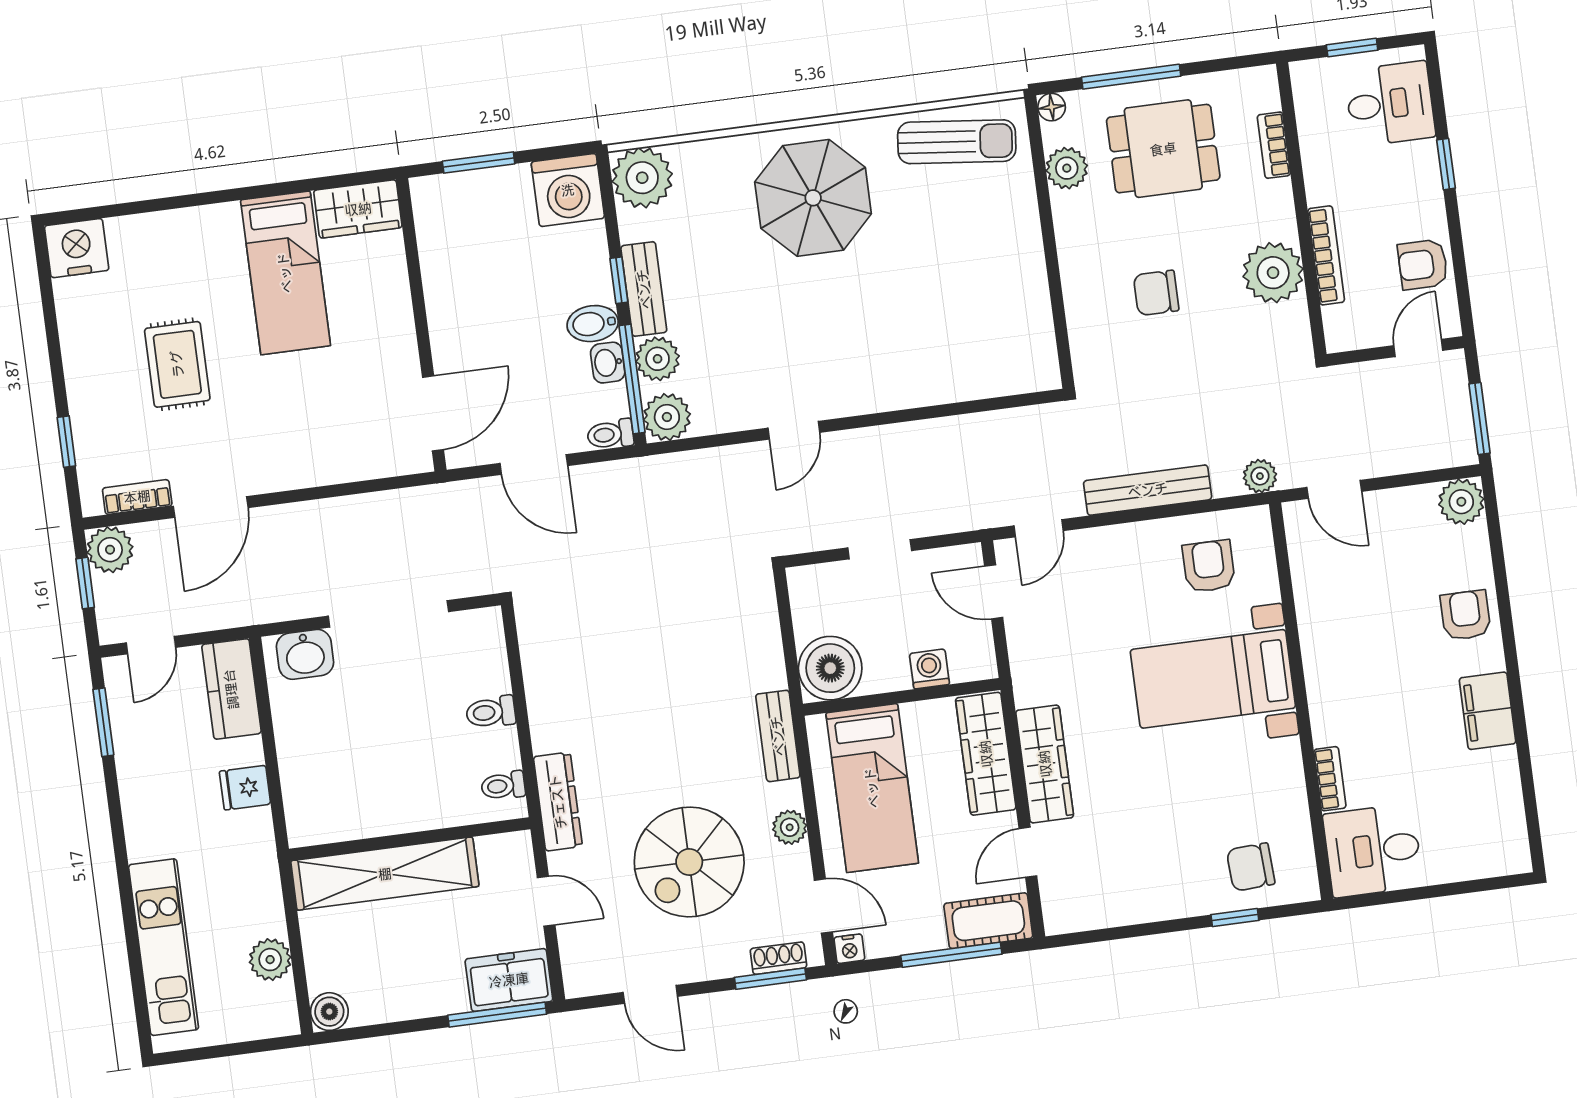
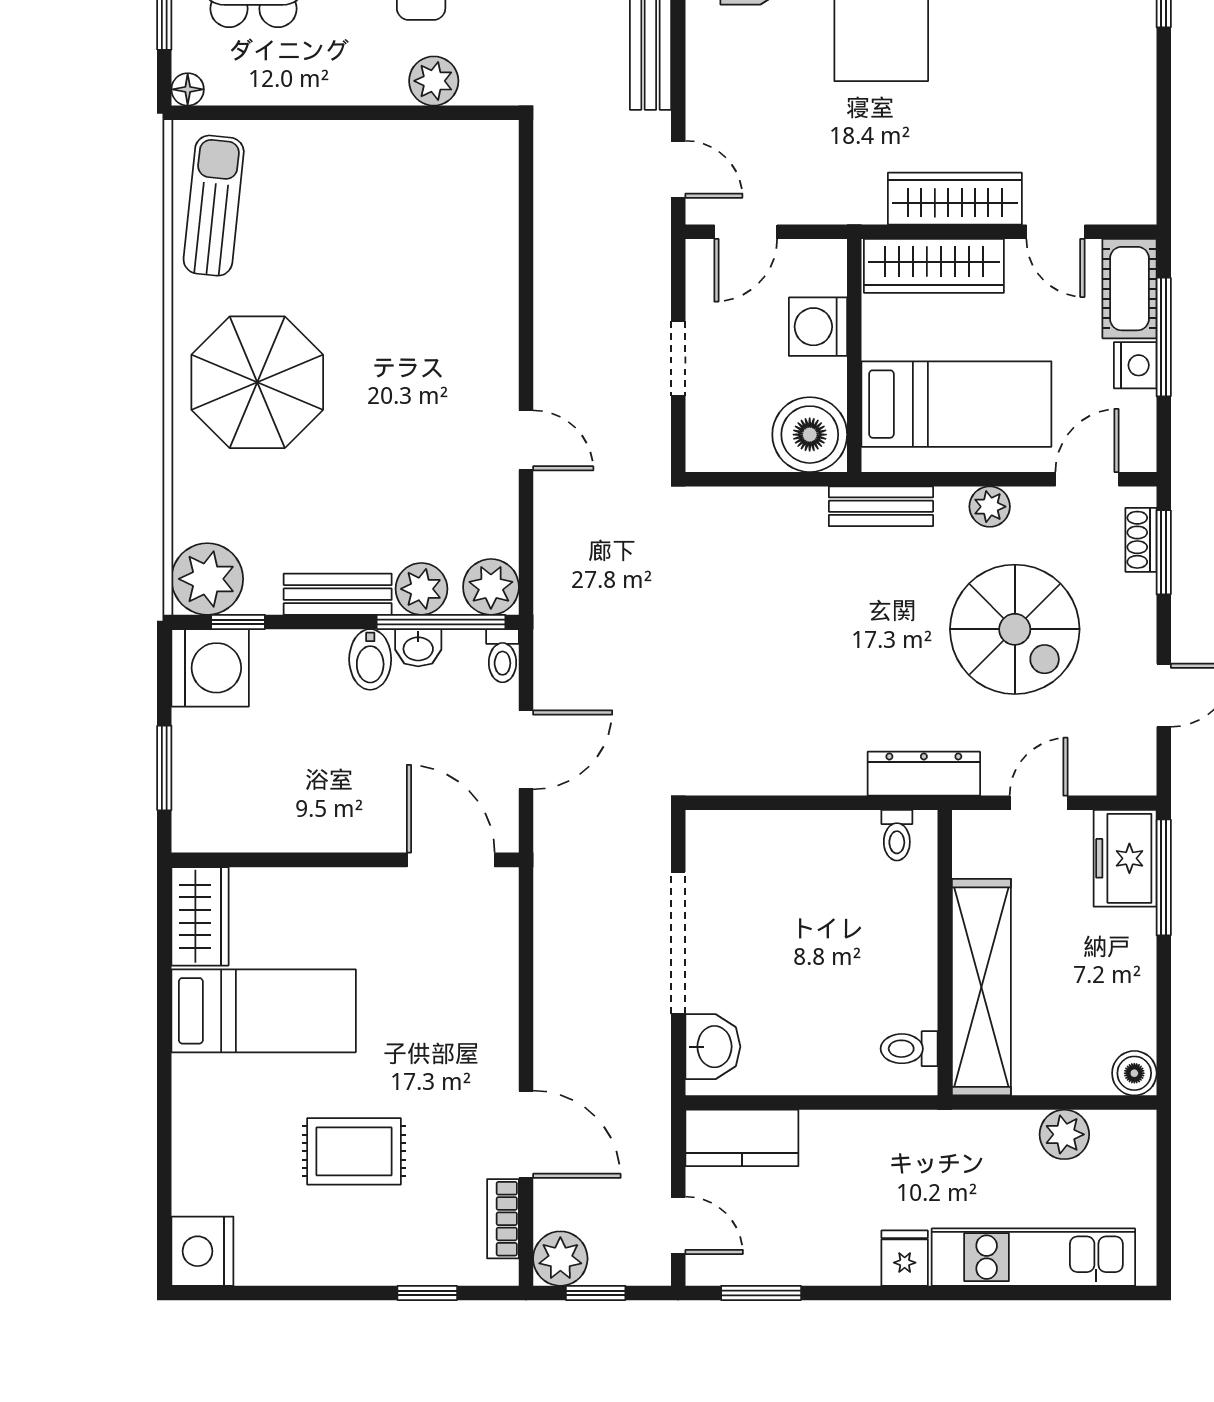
plant: (1067, 168) -> (434, 81), moved
window: (619, 280) -> (238, 622), moved
washing machine: (929, 669) -> (818, 327), width x1.38, depth x1.38
toilet: (491, 712) -> (909, 1049), moved, turned 90
fridge: (245, 788) -> (905, 1258), moved, turned 180
nightstand: (849, 949) -> (1135, 365), moved, width x1.39, depth x1.35

